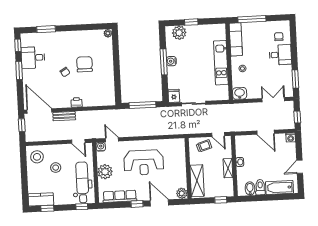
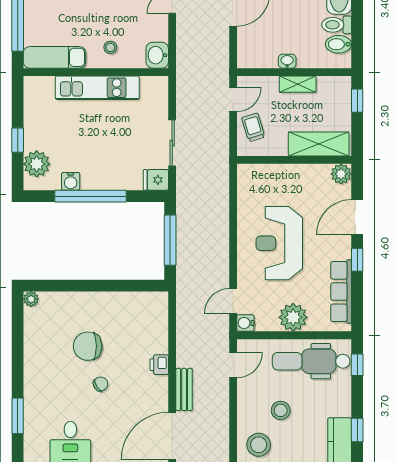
water cooler: (171, 61) -> (71, 181), moved
window: (164, 62) -> (91, 196), width x1.46
reception desk: (144, 163) -> (279, 243), turned 180

